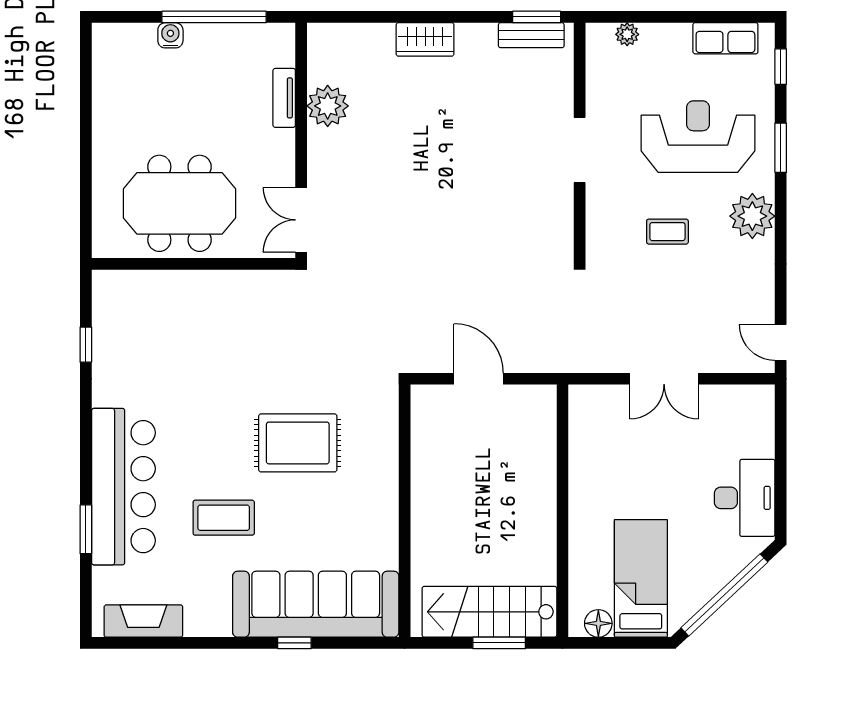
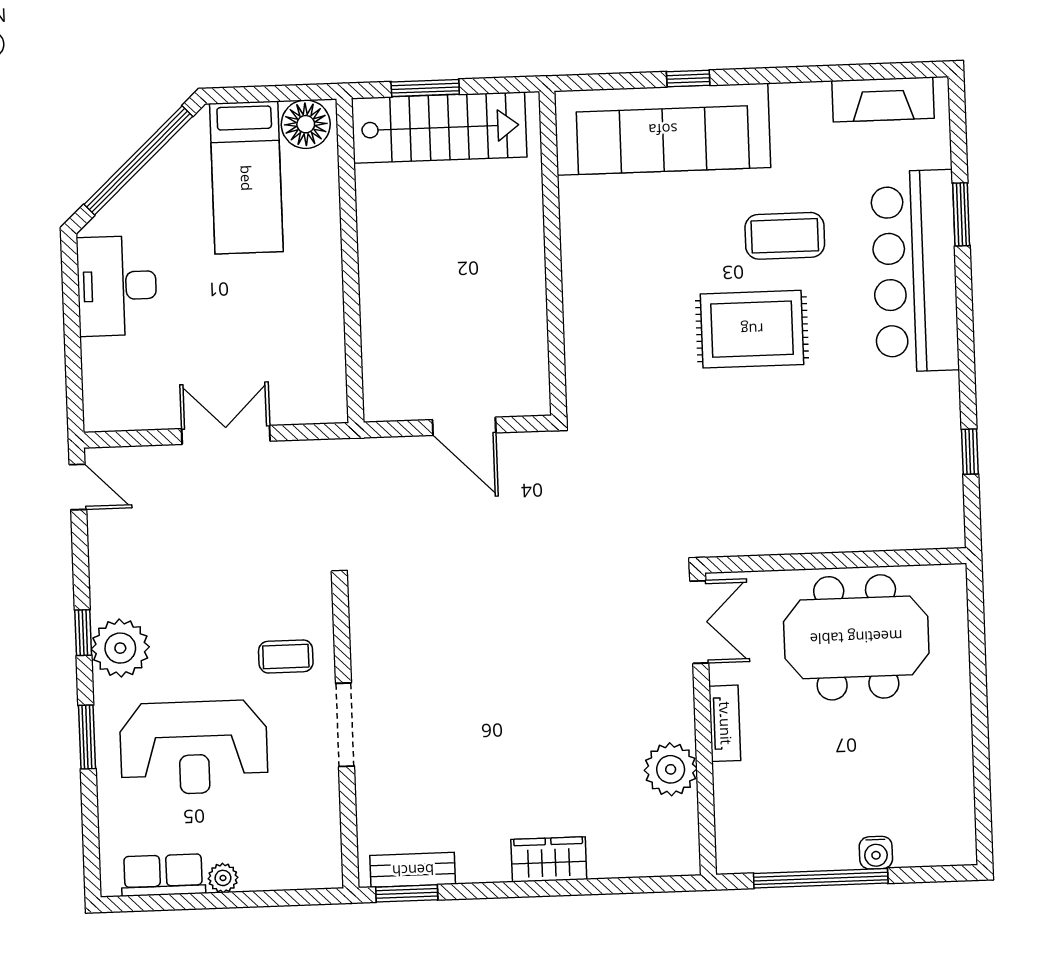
plant: (627, 34) -> (223, 878), moved
window: (781, 67) -> (83, 633), moved
tv unit: (284, 98) -> (725, 723), moved
coffee table: (667, 232) -> (286, 656), moved
rug: (298, 443) -> (752, 329), moved
floor lamp: (598, 623) -> (306, 124), width x1.38, depth x1.38

